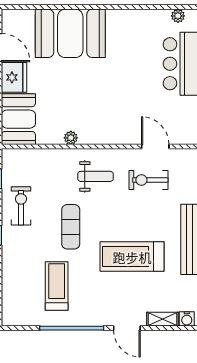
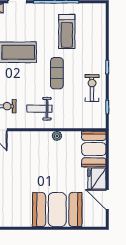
exercise bike: (21, 206) -> (92, 88), turned 180

